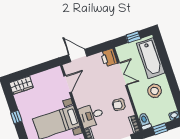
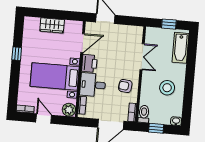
printer: (109, 58) -> (89, 63), moved, turned 180
bathtub: (151, 58) -> (180, 48), width x0.73, depth x0.73
wardrobe: (21, 85) -> (52, 25), moved

